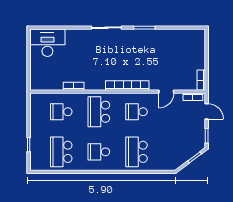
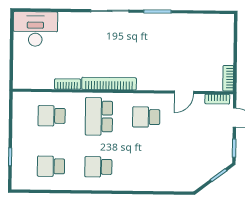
bookcase: (127, 85) -> (109, 84), moved
school desk: (61, 152) -> (51, 166), width x0.54
school desk: (136, 152) -> (146, 167), removed

